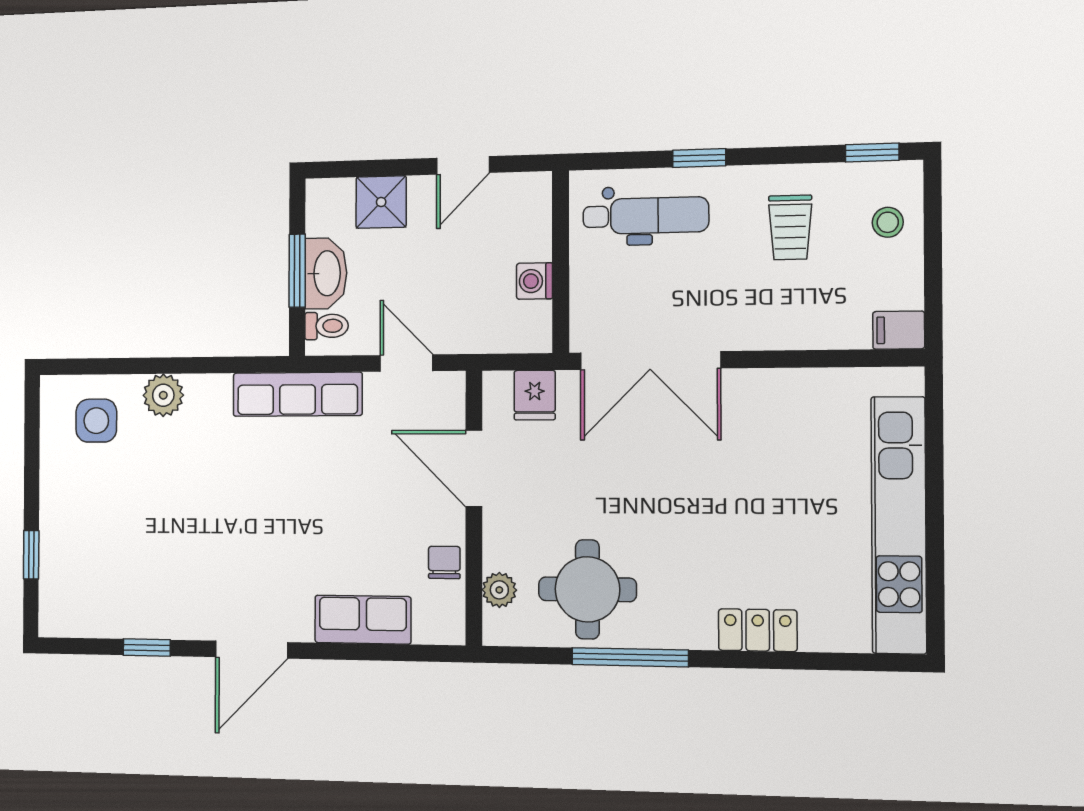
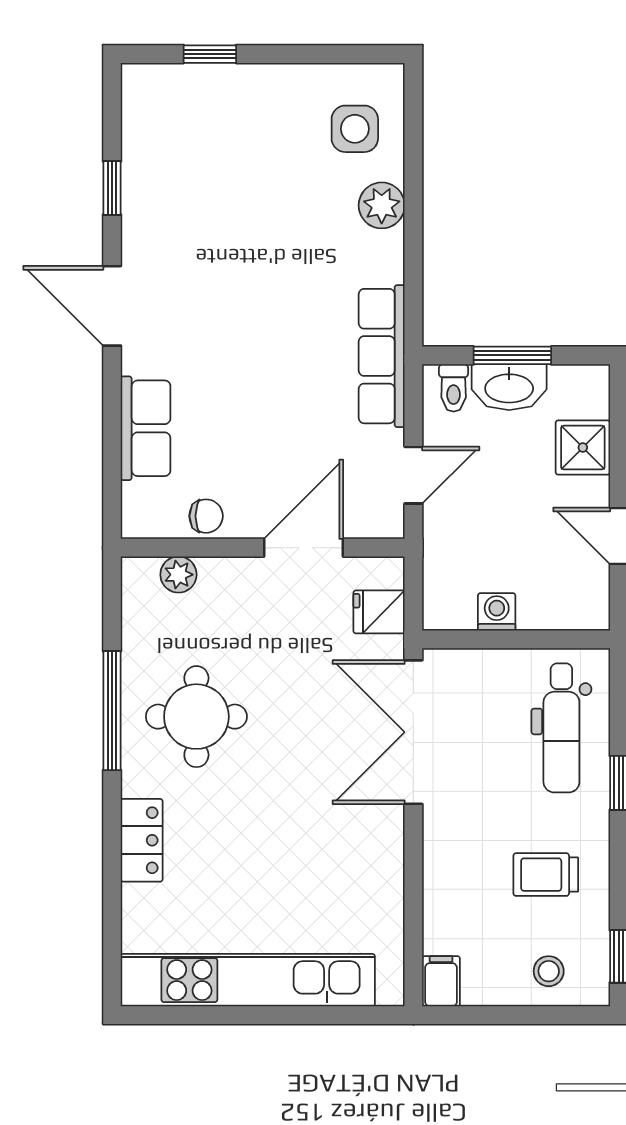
round table: (587, 589) -> (196, 717), moved

